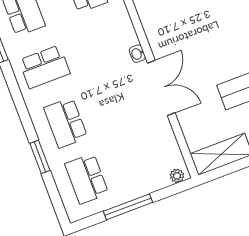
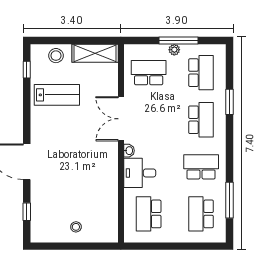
desk: (115, 32) -> (140, 173), added
school desk: (149, 155) -> (149, 73), added
plant: (177, 176) -> (174, 50), moved

